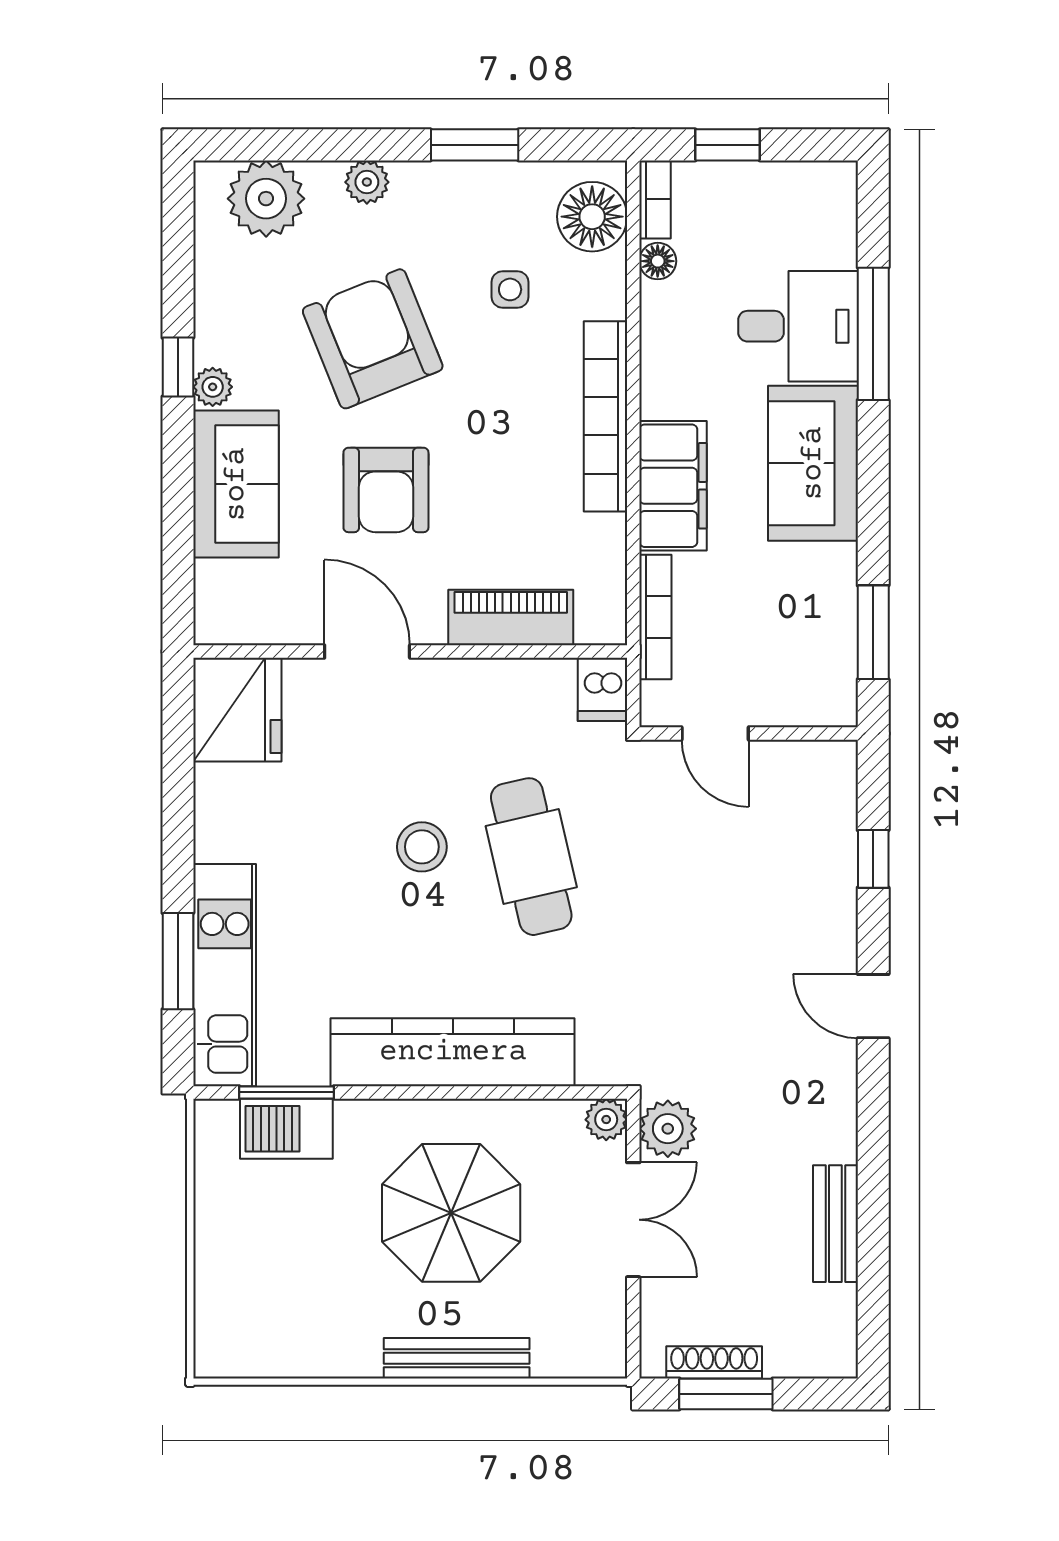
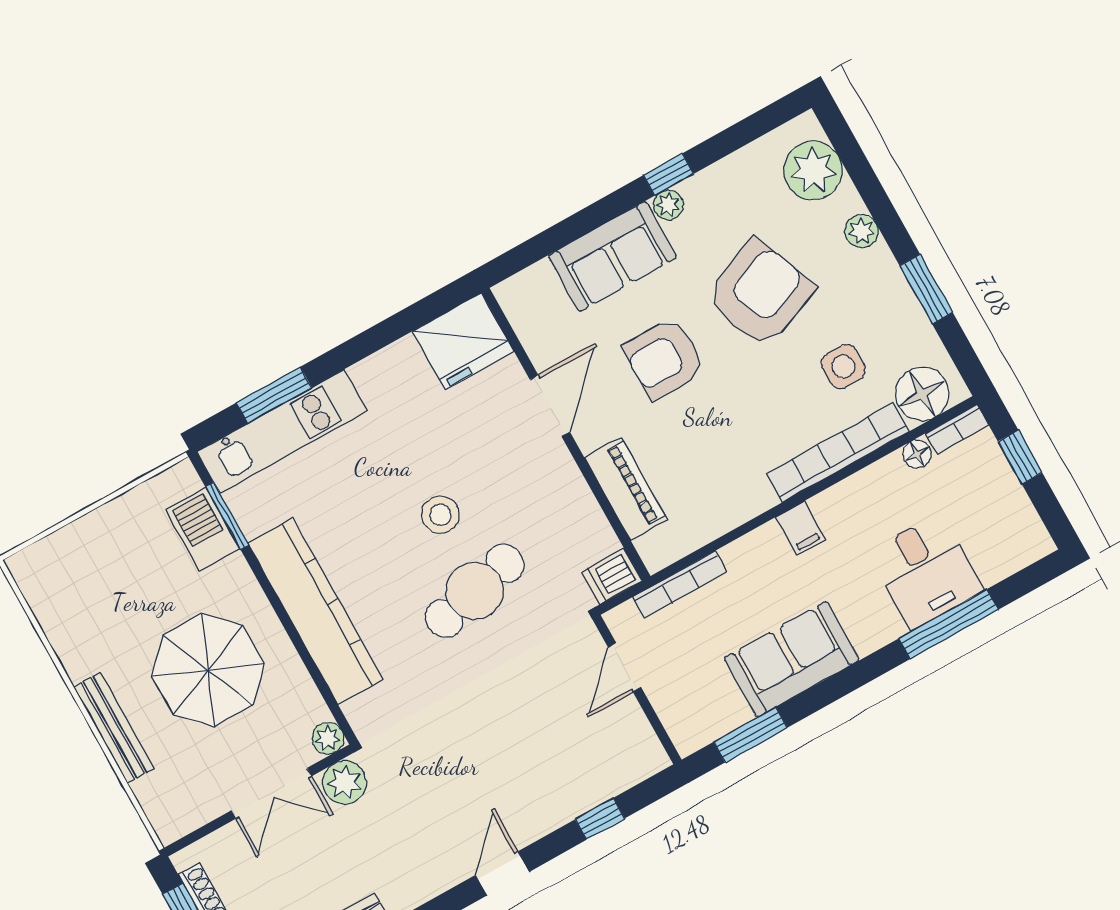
side table: (510, 289) -> (843, 366), width x1.37, depth x1.37
bookcase: (605, 416) -> (838, 453), moved
sofa: (813, 463) -> (792, 659), moved
filing cabinet: (673, 486) -> (800, 528), width x0.33, depth x0.86

